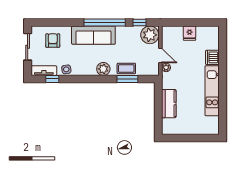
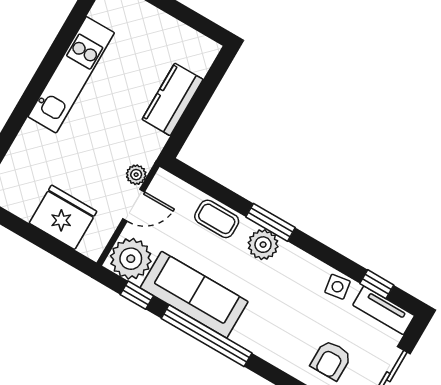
fridge: (190, 33) -> (63, 217), width x1.88, depth x1.34
sofa: (93, 35) -> (194, 295), moved
door: (160, 55) -> (134, 205), swing flipped
dishwasher: (212, 57) -> (32, 141), removed
window: (127, 79) -> (270, 222), moved

